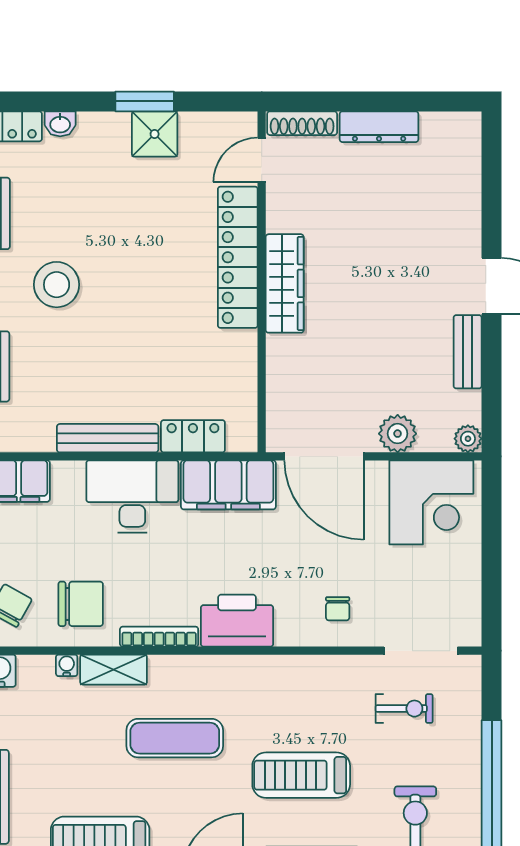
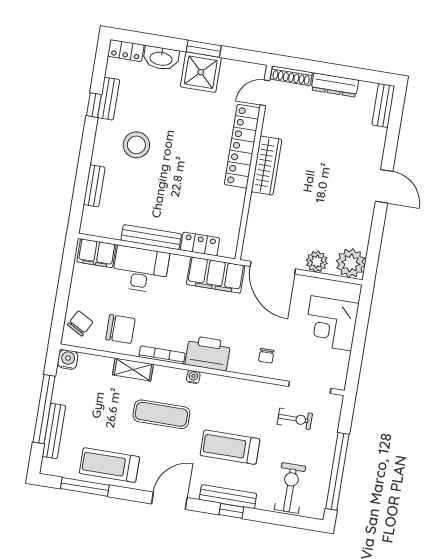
washbasin: (60, 124) -> (161, 58), width x1.91, depth x1.45
shower: (155, 134) -> (201, 72), width x1.36, depth x1.36
bench: (468, 352) -> (383, 105), moved
plant: (468, 439) -> (351, 263), width x1.88, depth x1.88
desk: (132, 496) -> (140, 269), moved
corner desk: (431, 502) -> (331, 323), moved, turned 90
water cooler: (67, 665) -> (193, 377), moved

